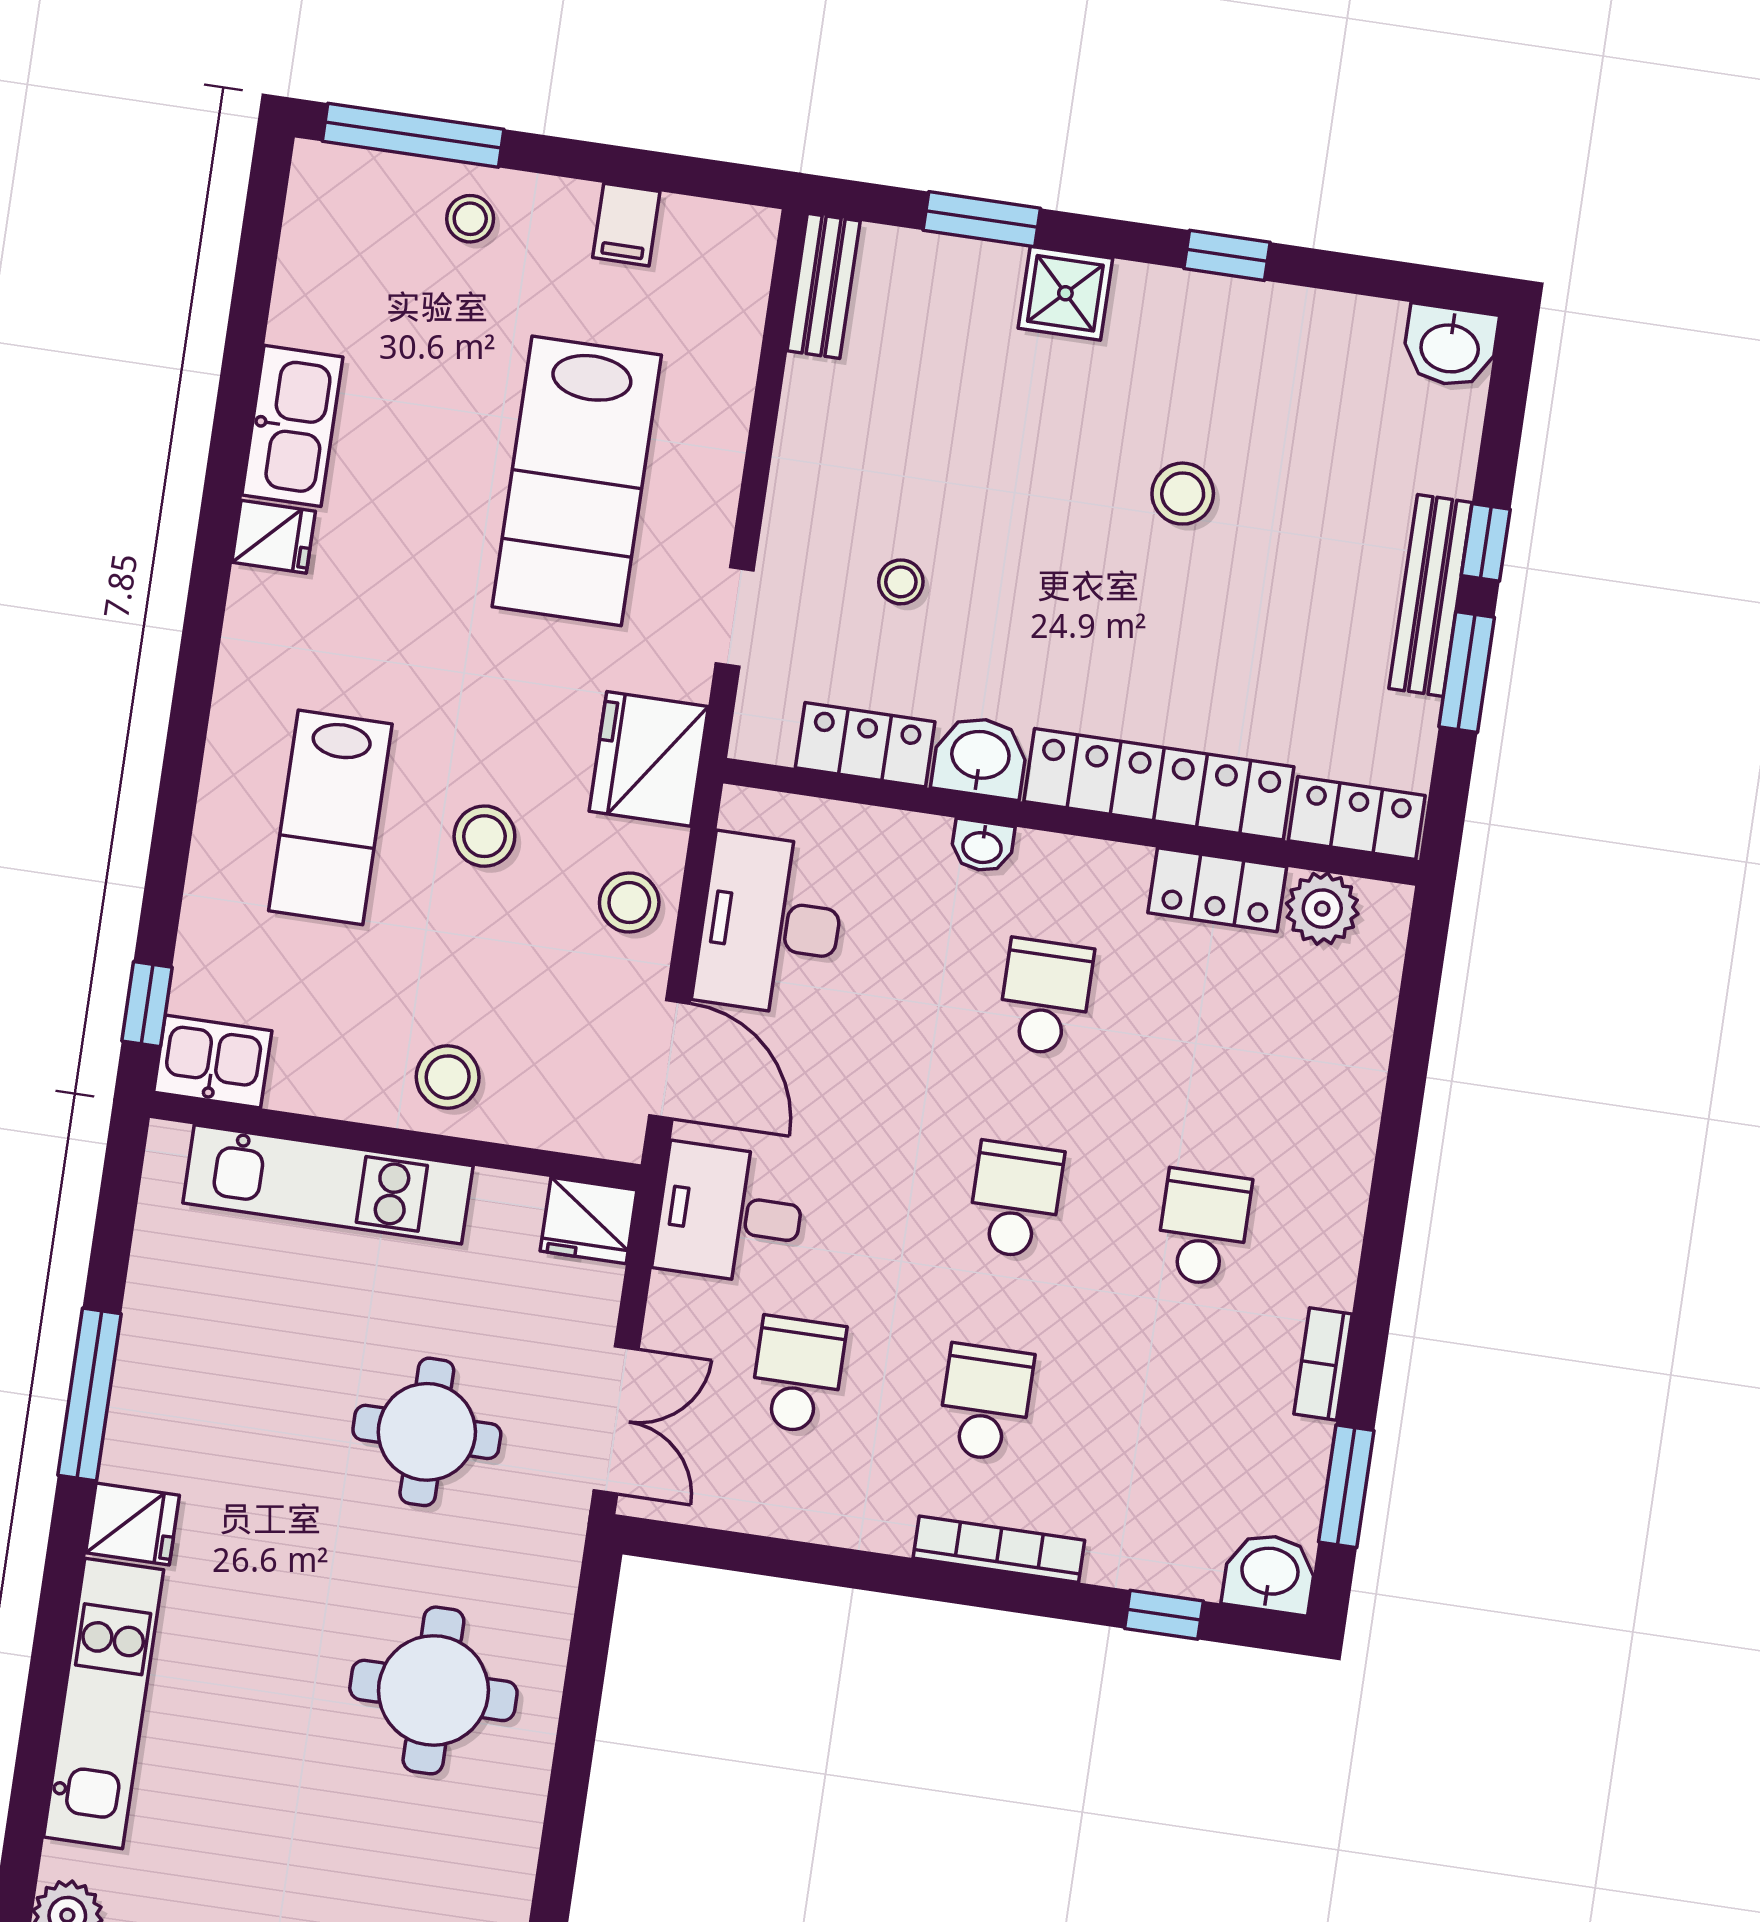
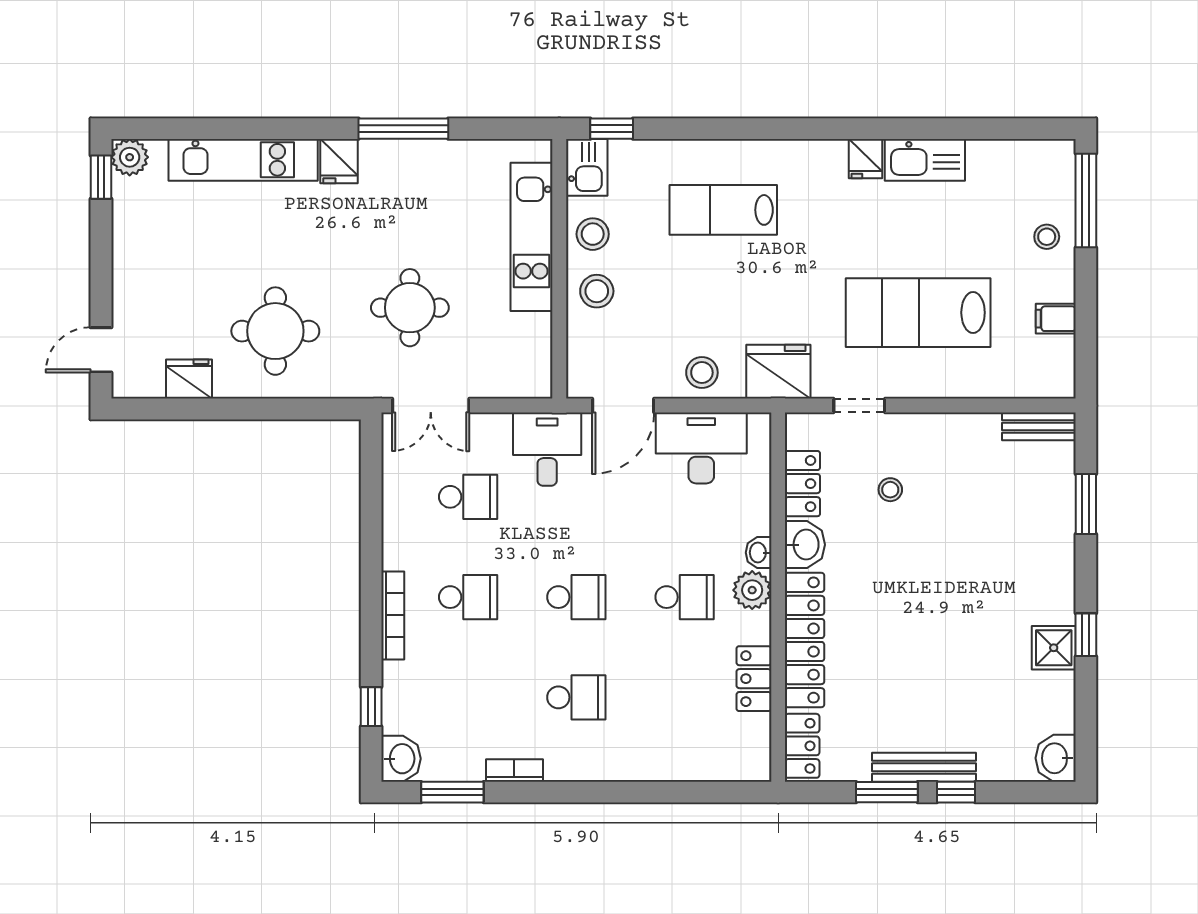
shower: (1065, 293) -> (1054, 648), moved
stool: (1183, 494) -> (958, 630), removed
stool: (484, 836) -> (593, 234), moved
plant: (1322, 909) -> (752, 590), moved
fridge: (589, 1221) -> (189, 379), moved, turned 90

